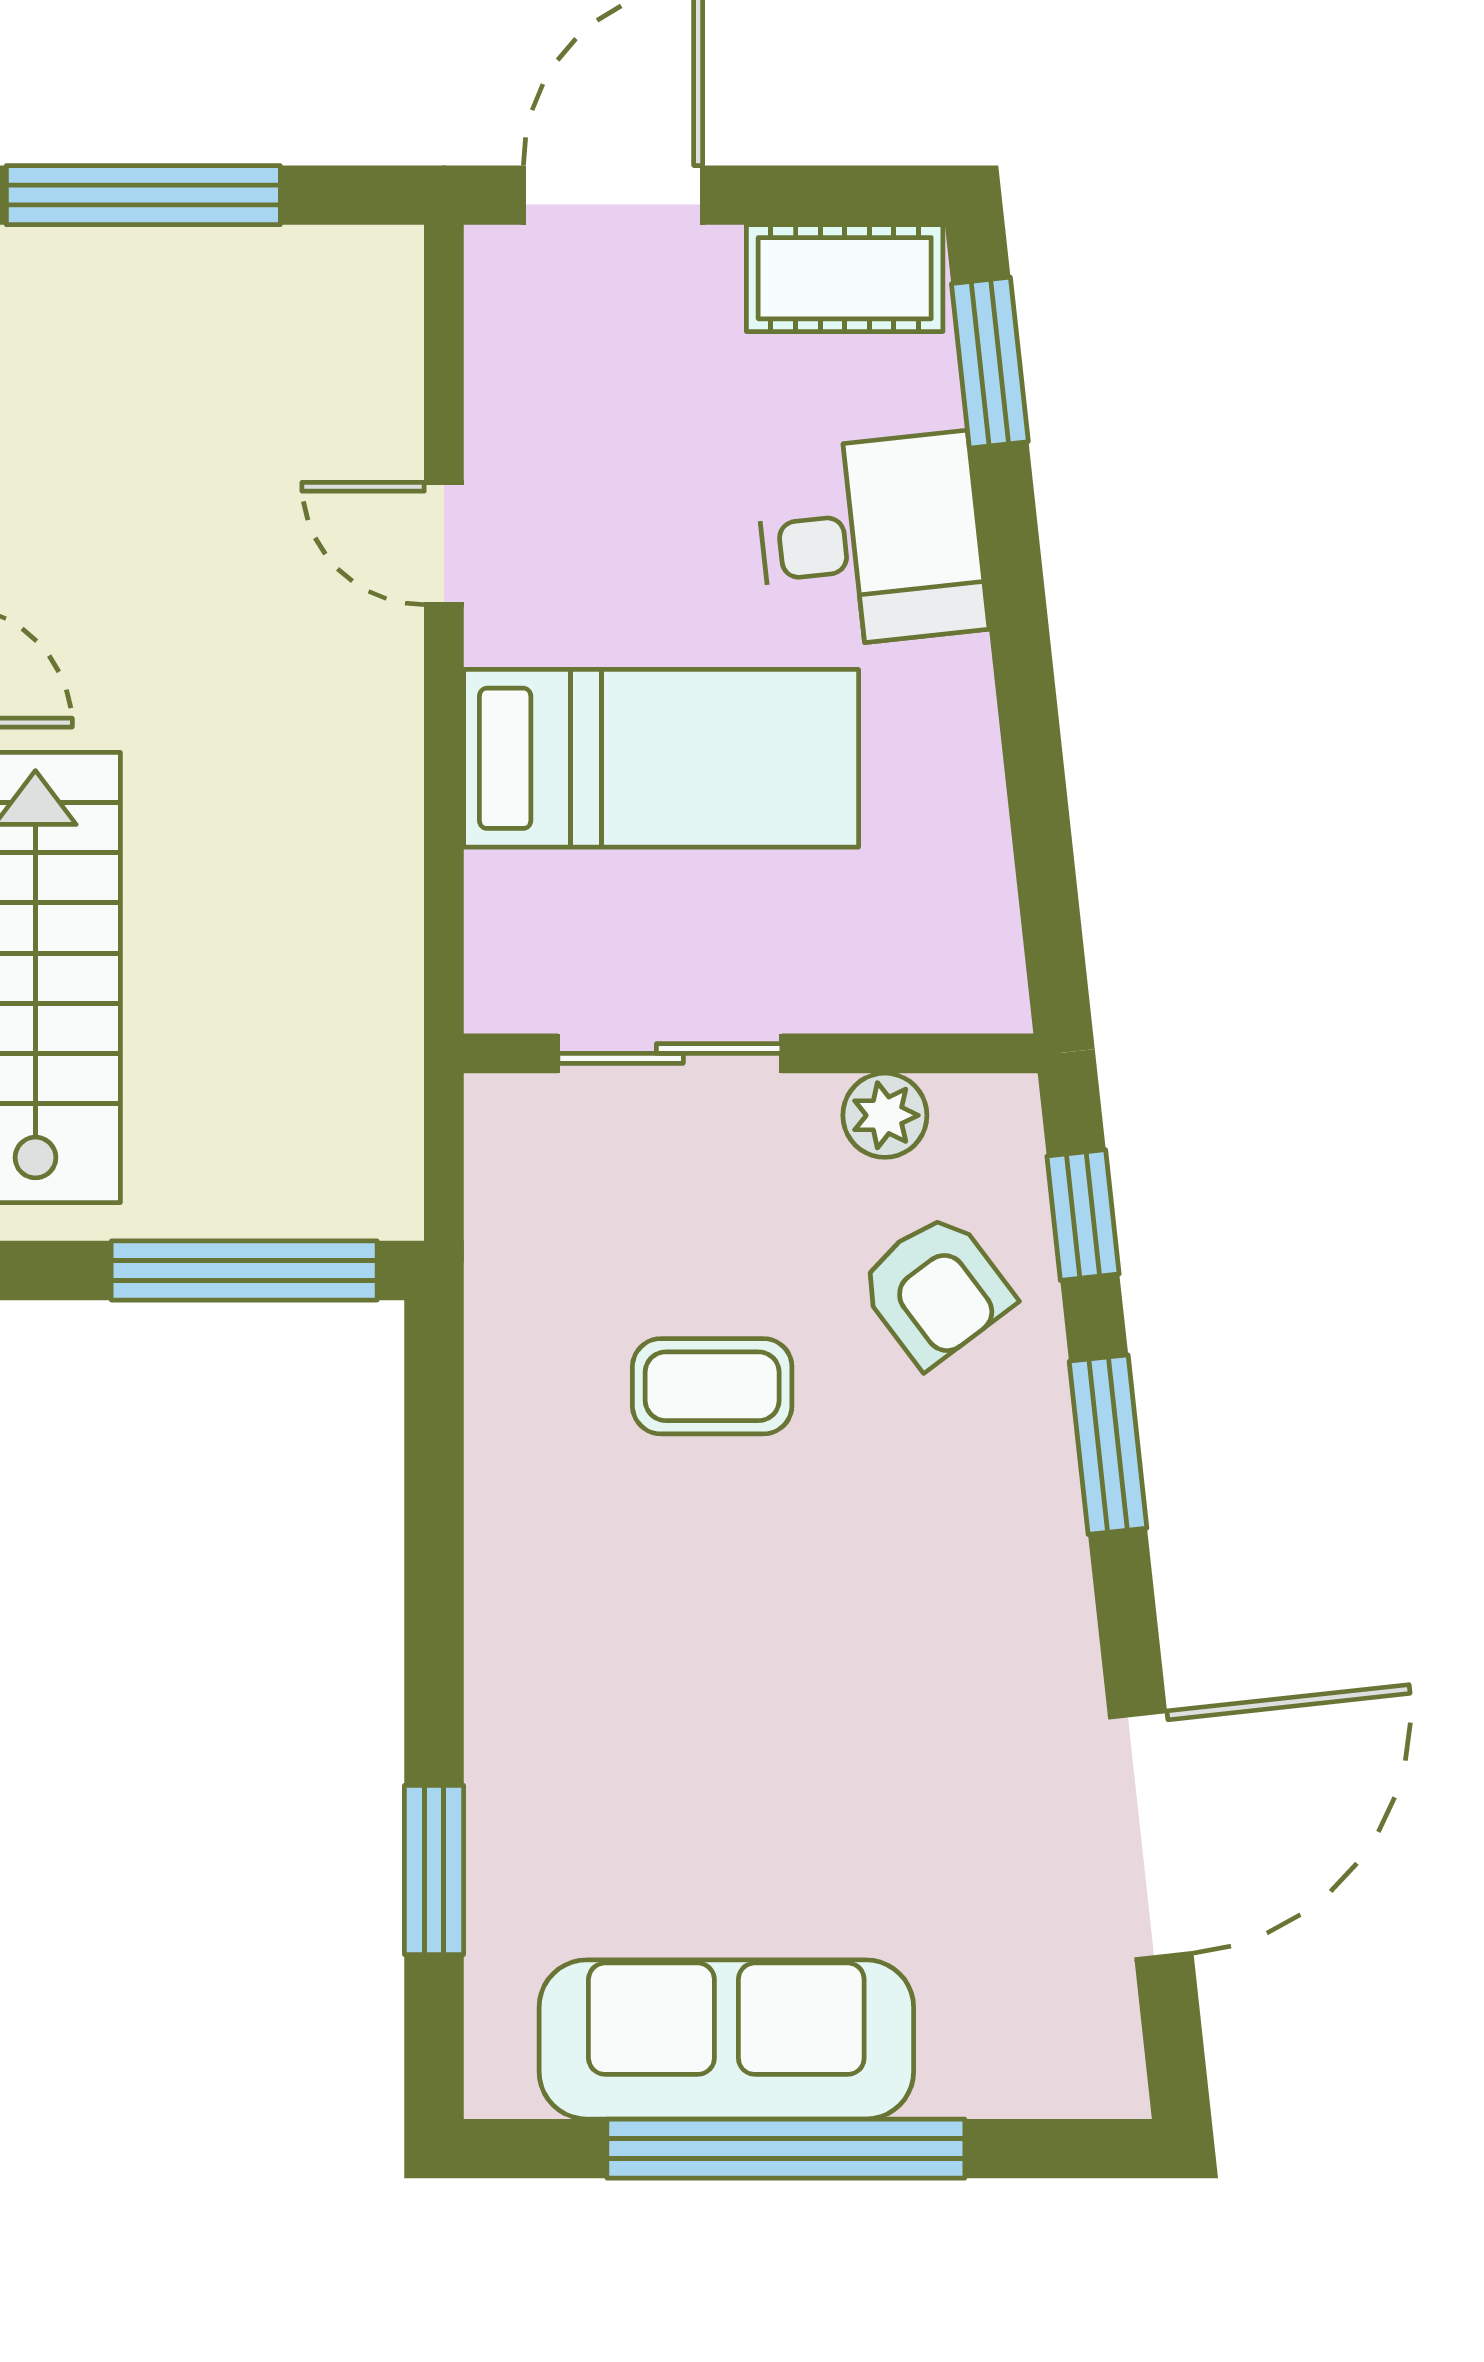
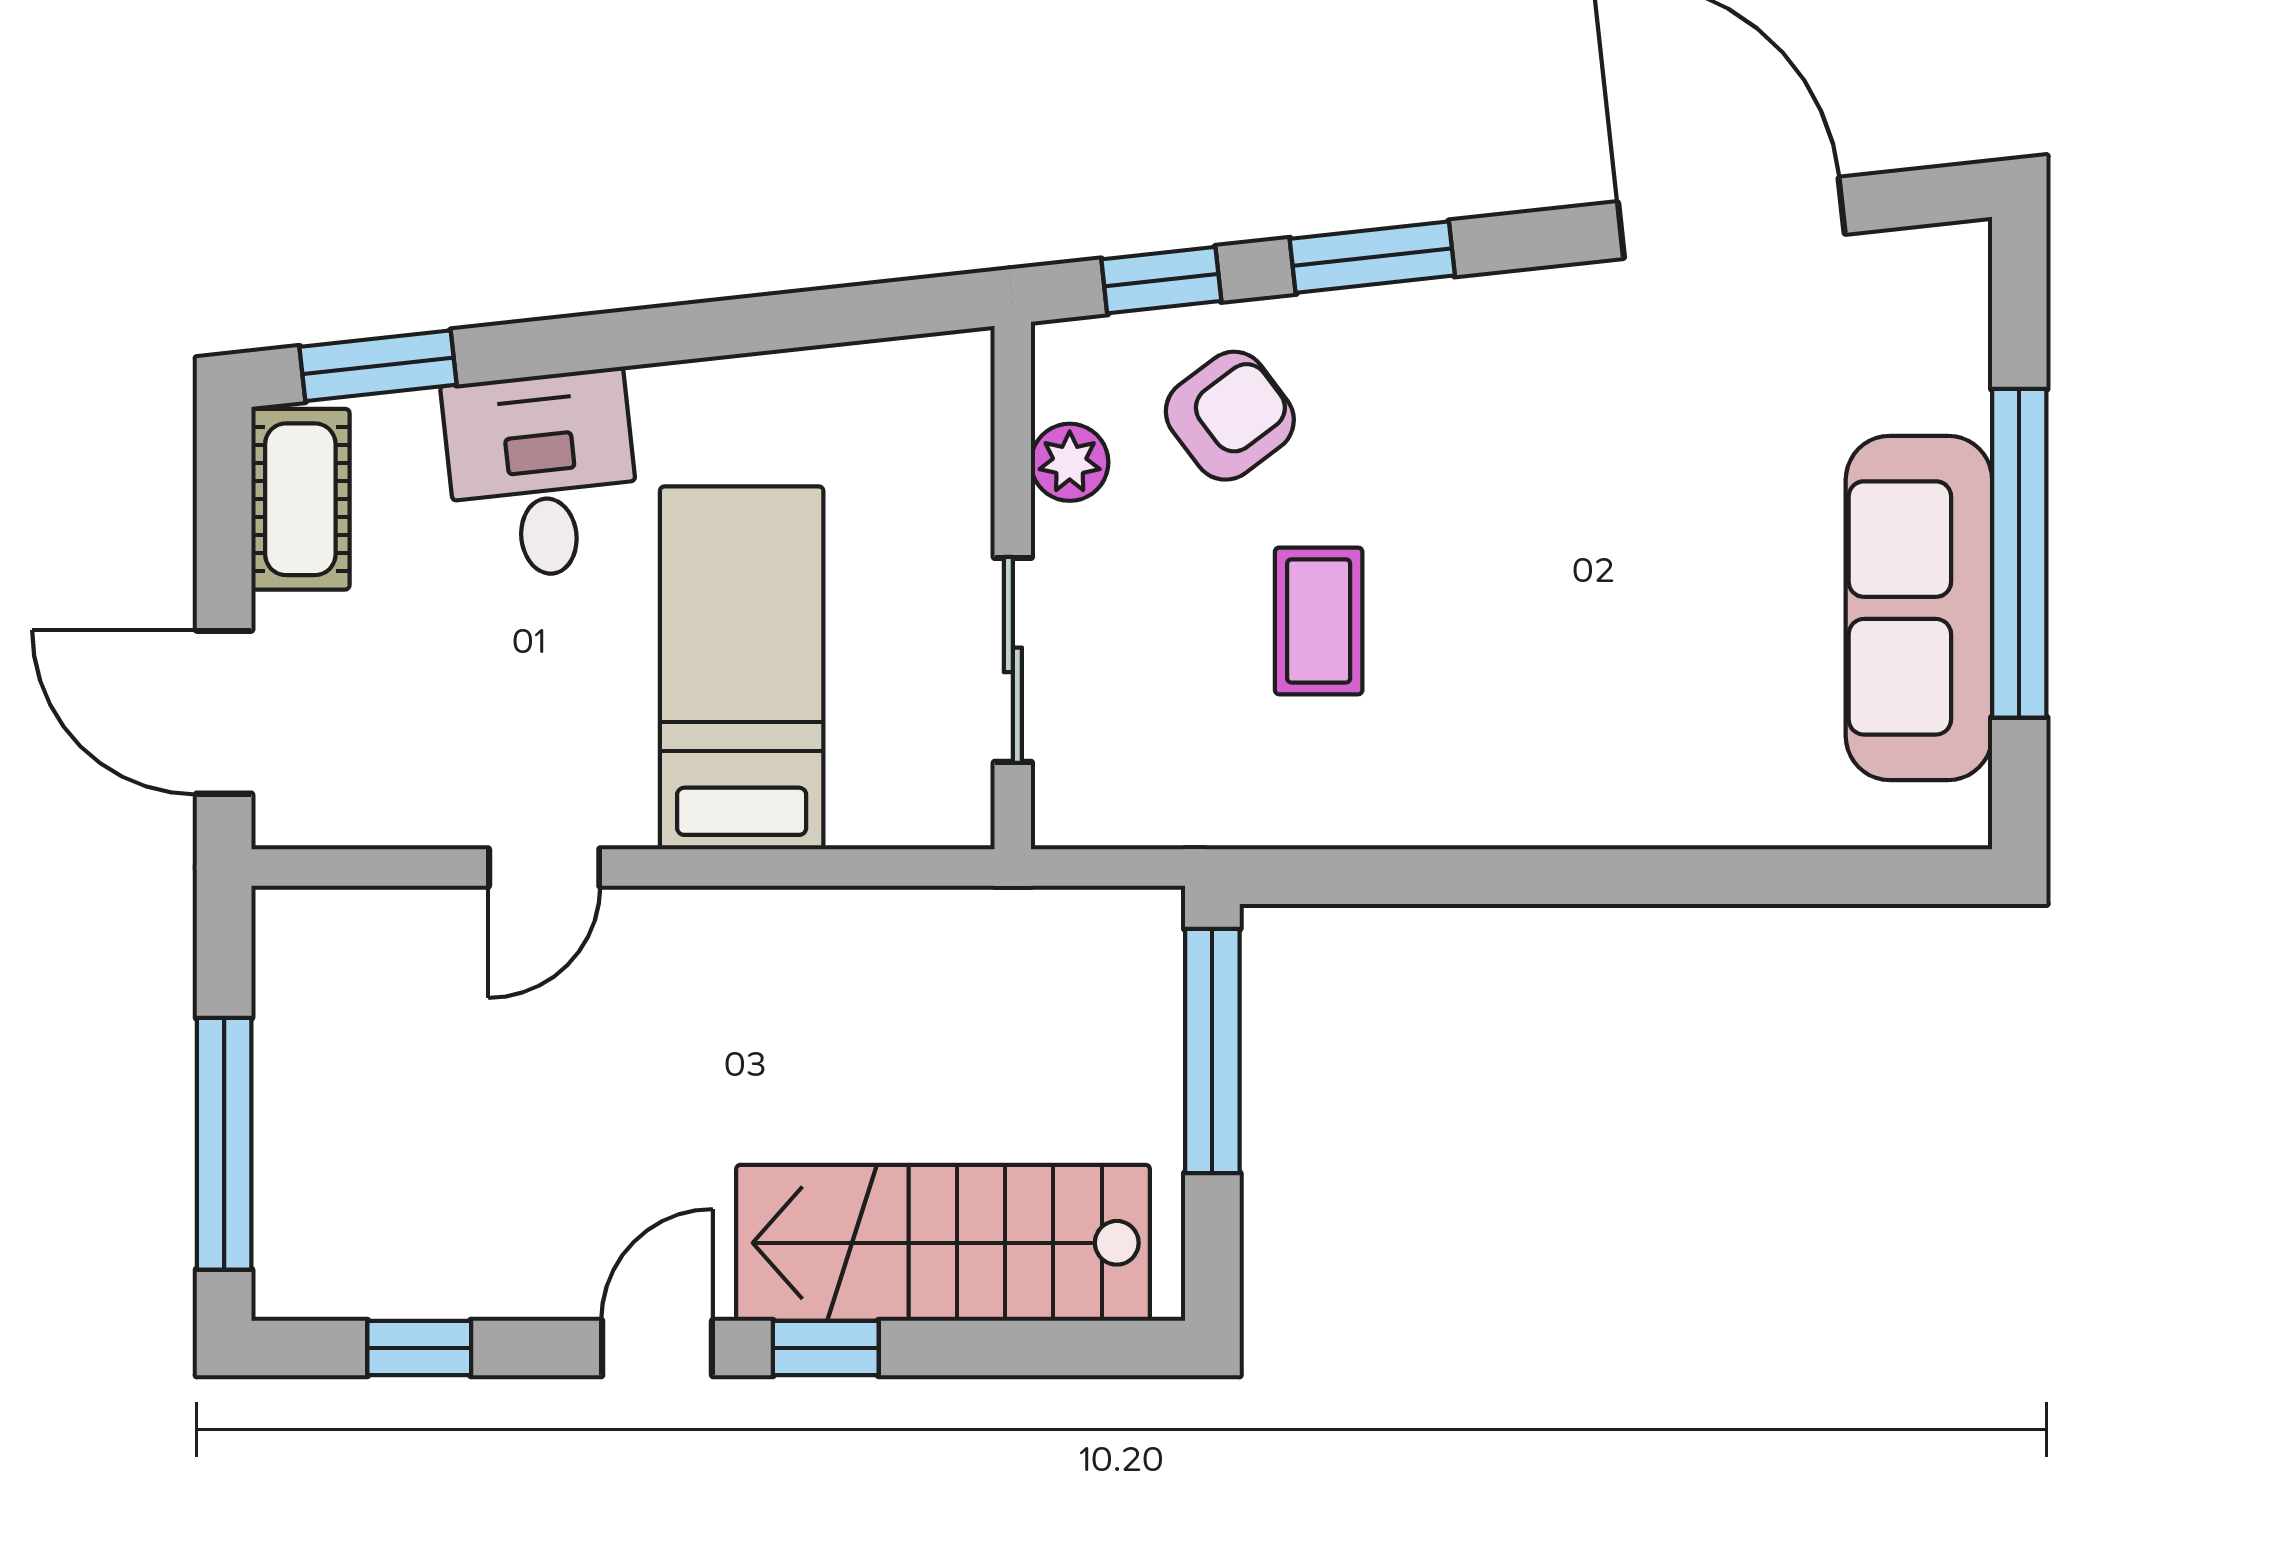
window: (434, 1870) -> (1763, 877), removed

